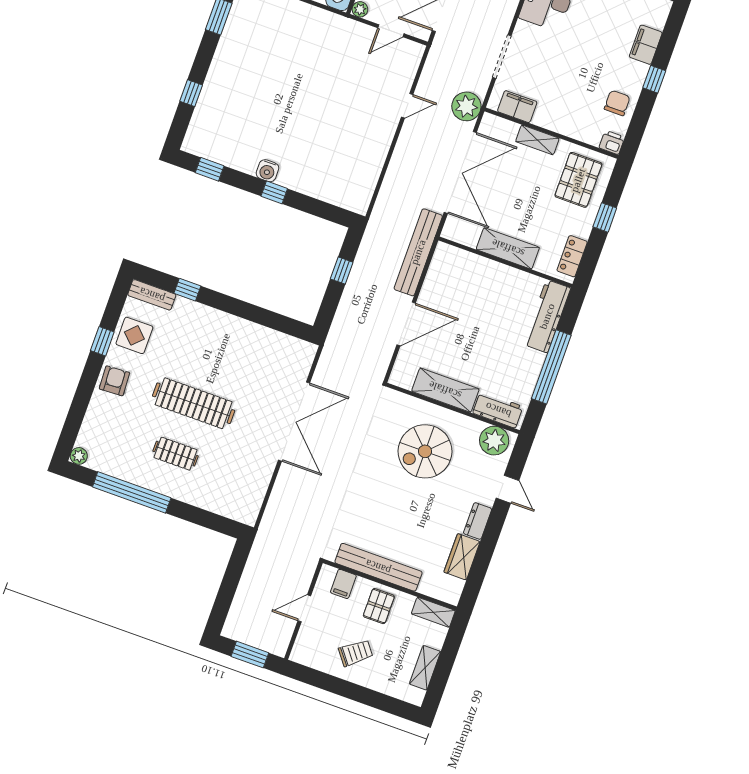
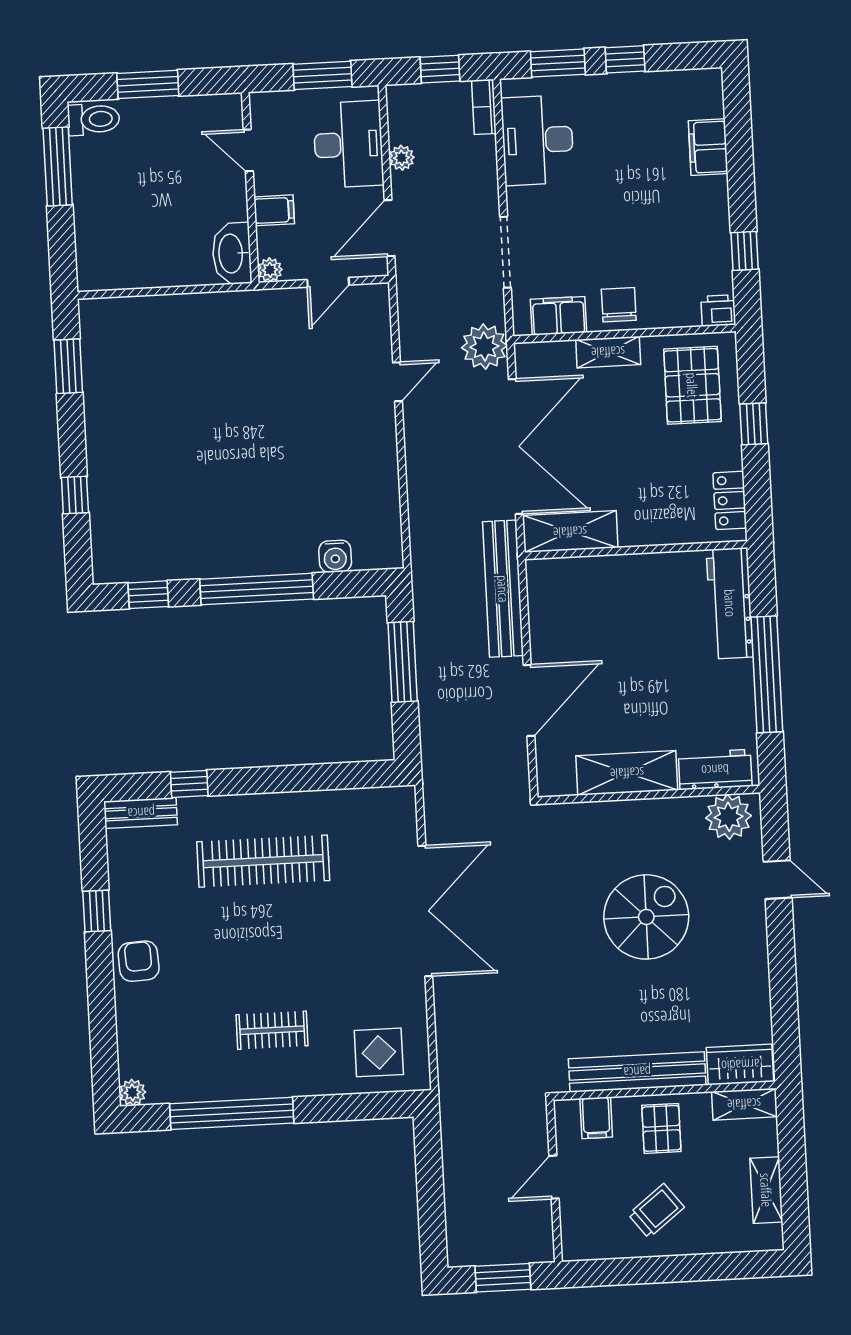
window: (654, 79) -> (745, 251), moved
chair: (617, 103) -> (619, 305), moved
water cooler: (267, 171) -> (335, 556), moved
window: (274, 192) -> (257, 589), width x3.17
shelving: (508, 248) -> (570, 532), moved
window: (342, 271) -> (403, 662), width x2.17
display table: (134, 335) -> (379, 1052), moved
clothes rail: (194, 403) -> (263, 861), moved
spiral stairs: (425, 451) -> (646, 917), moved, turned 180
dresser: (478, 521) -> (753, 944), removed
wardrobe: (462, 557) -> (740, 1065), moved, turned 90

